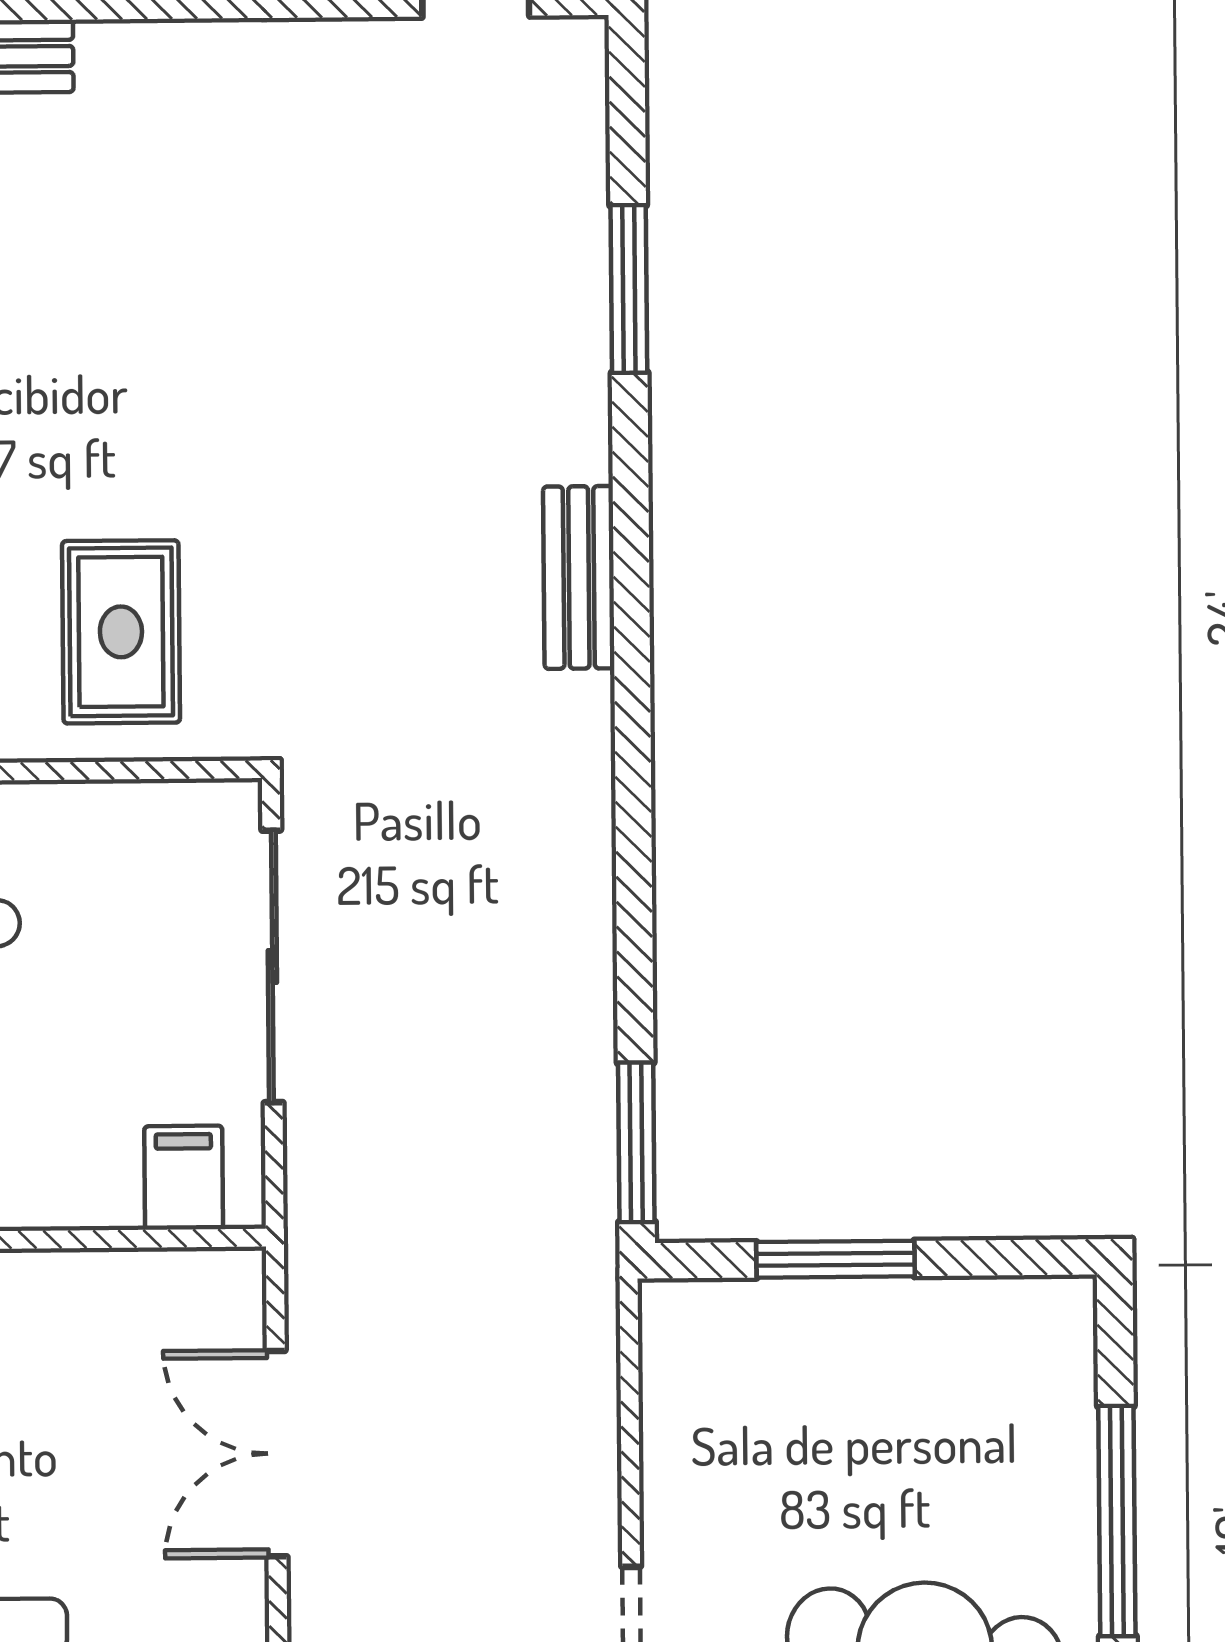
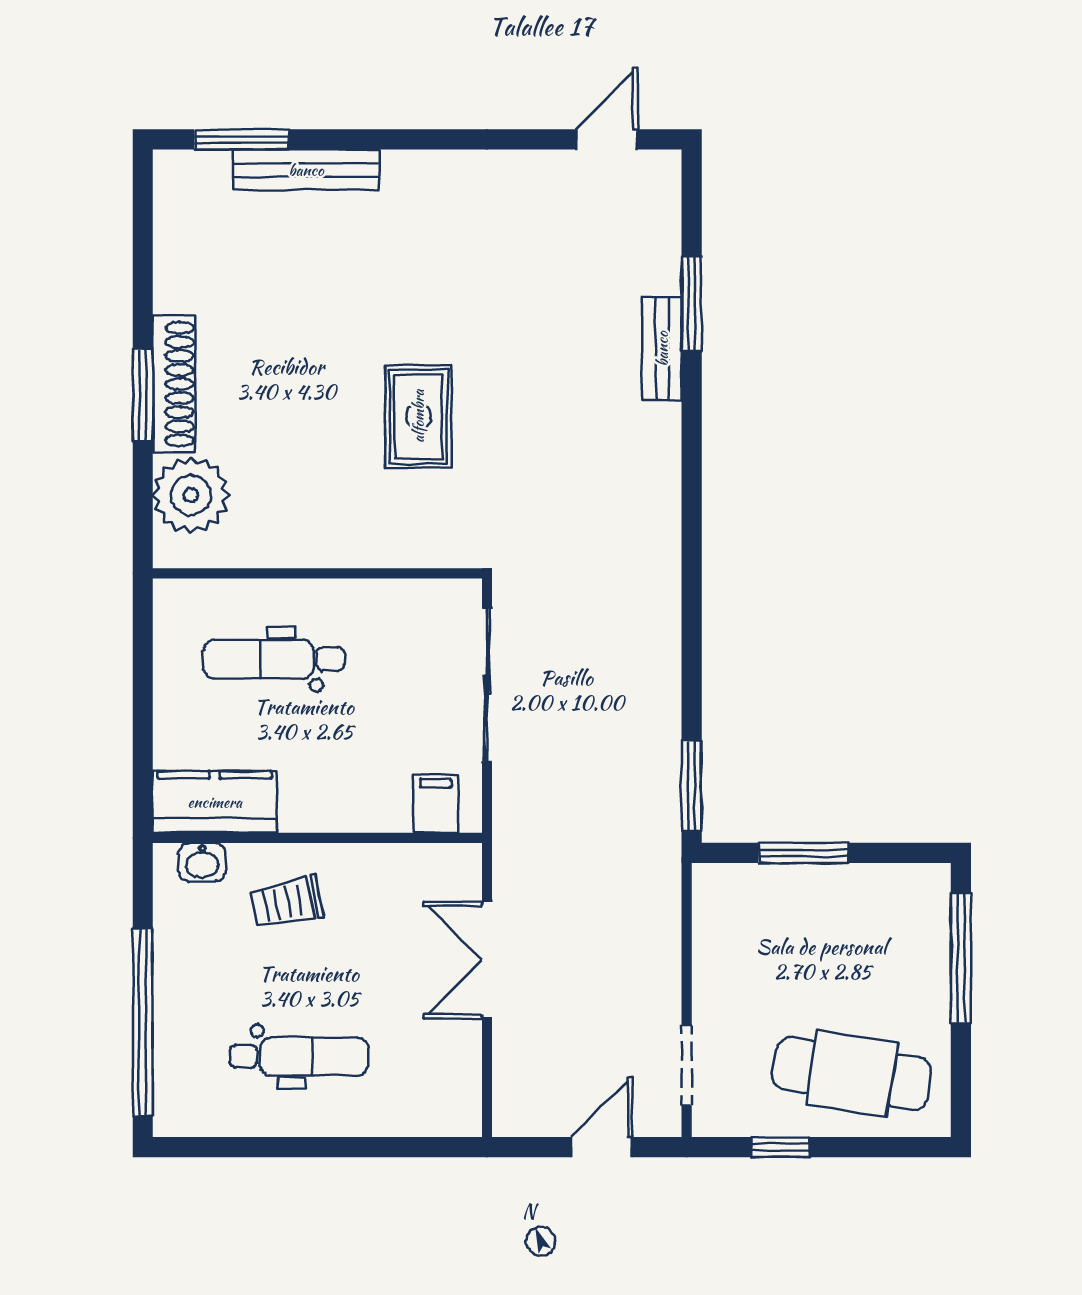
bench: (579, 577) -> (662, 349), moved
rug: (121, 632) -> (418, 416), moved
window: (1117, 1521) -> (961, 958), moved

